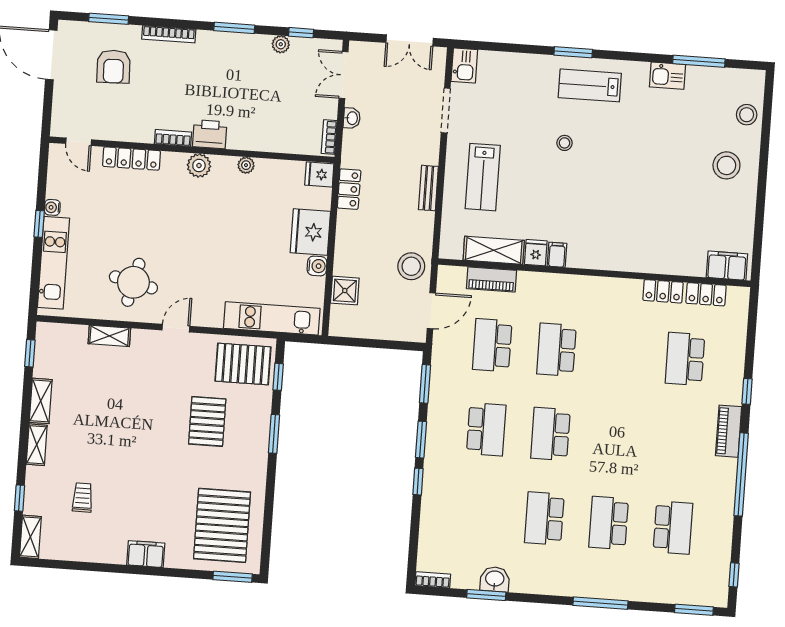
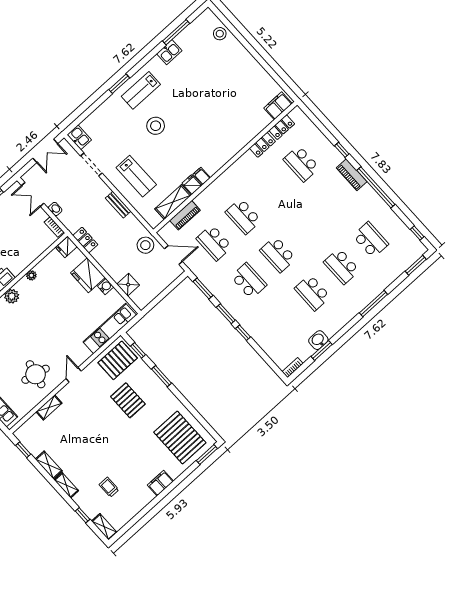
stool: (564, 143) -> (156, 126), width x1.89, depth x1.89
stool: (726, 165) -> (234, 64), removed
door: (431, 311) -> (173, 255), hinge flipped

